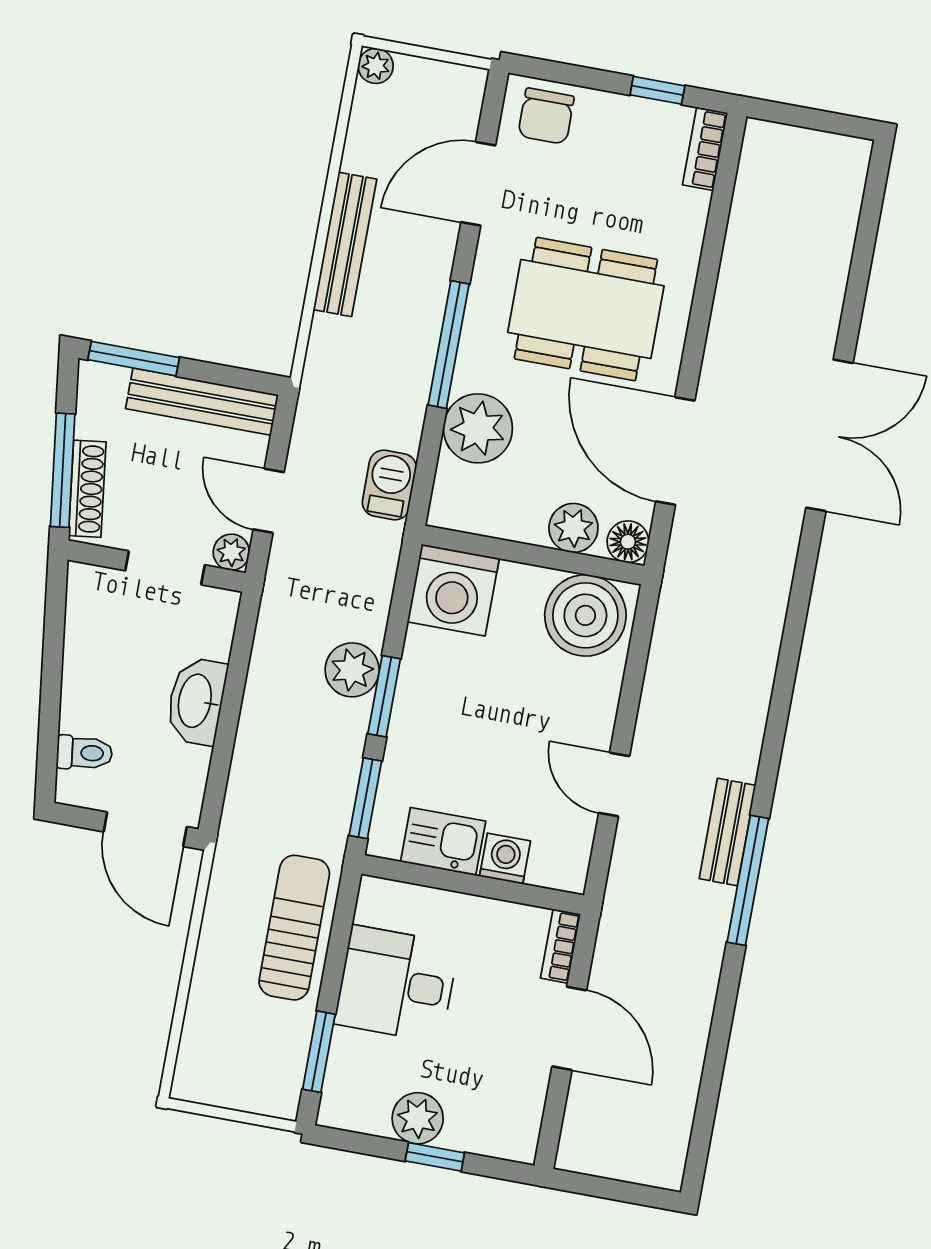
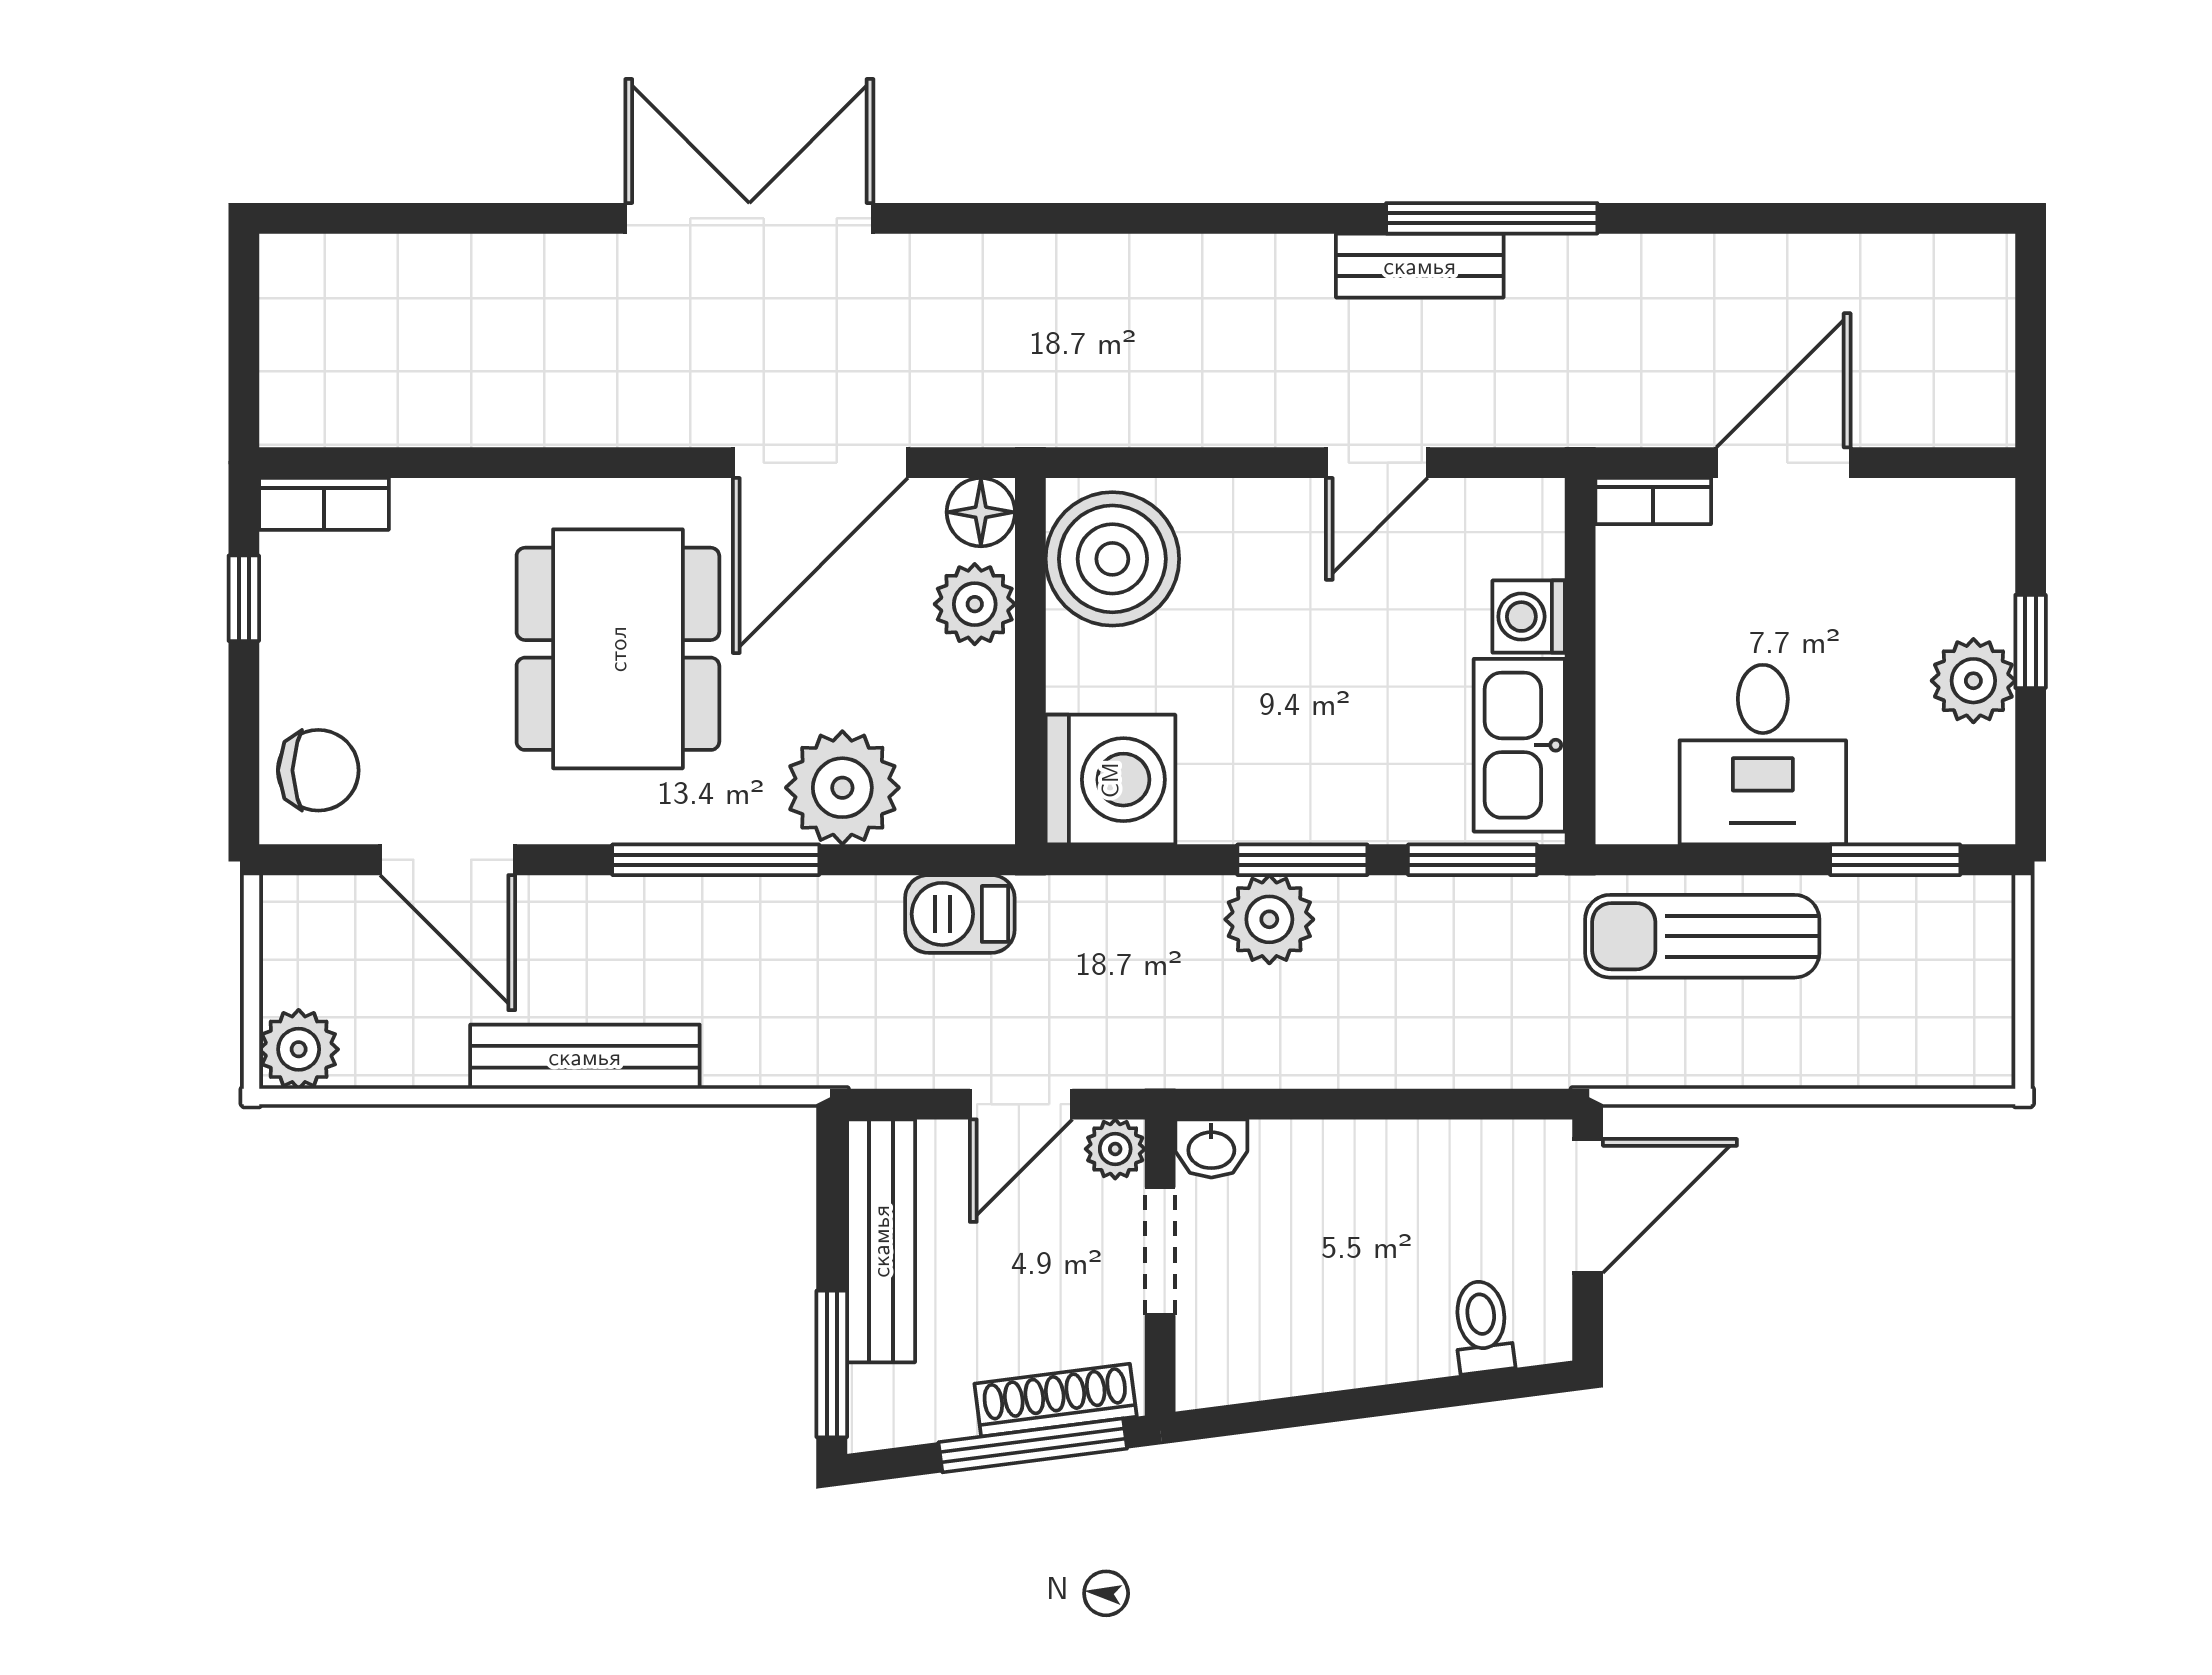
plant: (376, 66) -> (299, 1049), width x1.38, depth x1.38
washbasin: (196, 701) -> (1211, 1148), moved, width x0.52, depth x0.69
kitchen sink: (443, 841) -> (1519, 745), width x1.38

